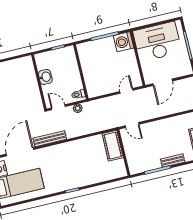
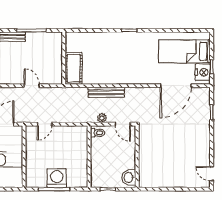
washing machine: (124, 42) -> (57, 178), moved, turned -90
washbasin: (45, 77) -> (129, 177), moved
door: (132, 125) -> (32, 86), moved
bench: (50, 139) -> (106, 92), moved

